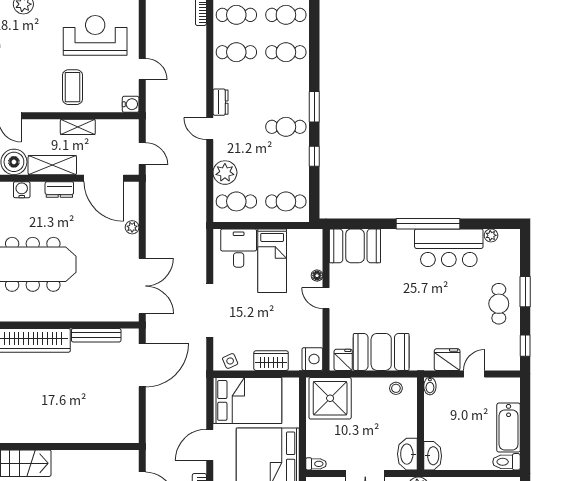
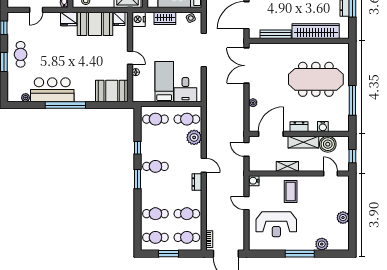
door: (104, 178) -> (271, 134), hinge flipped
fridge: (447, 360) -> (69, 19), moved

